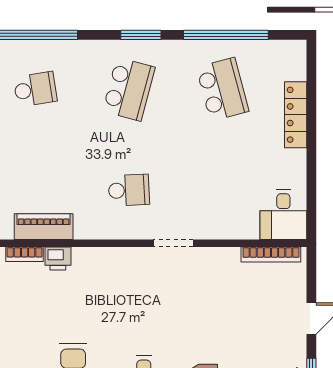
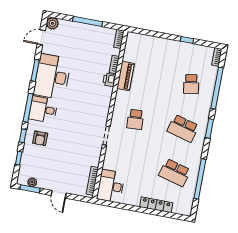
window: (141, 35) -> (209, 128), moved
school desk: (223, 89) -> (175, 173), turned 30
desk: (283, 215) -> (111, 186), width x1.37

